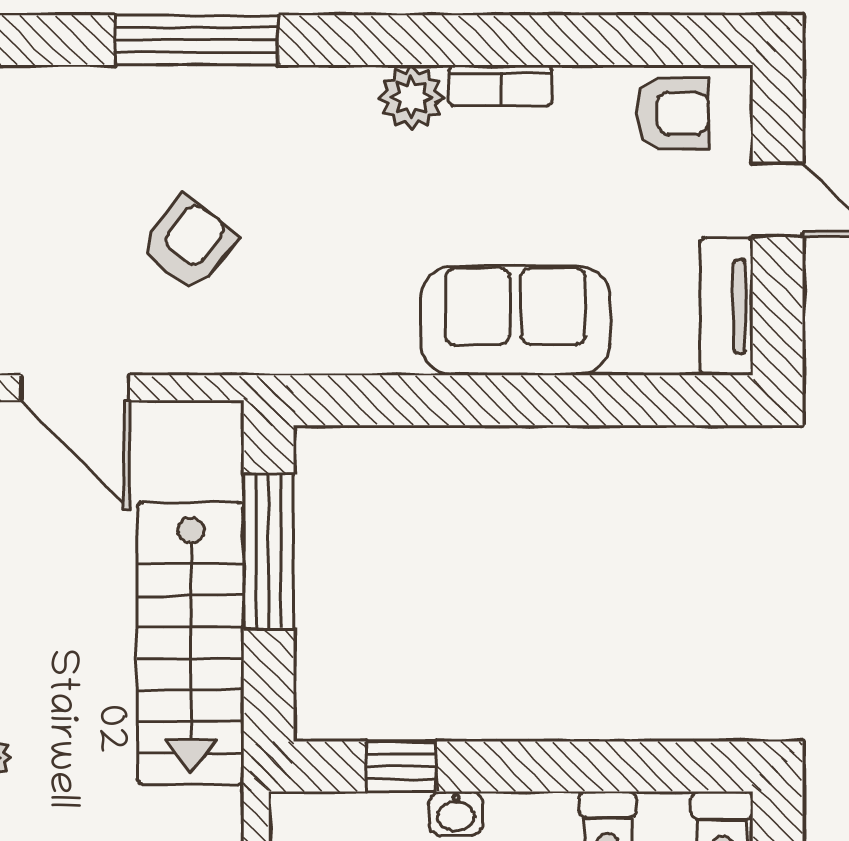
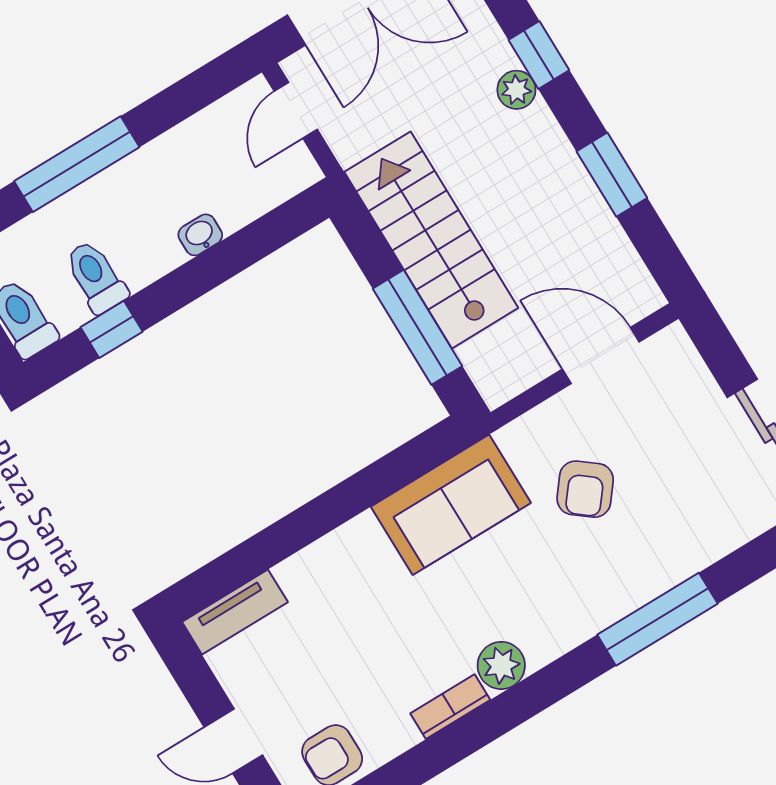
tv unit: (727, 307) -> (235, 612), moved, turned 90
sofa: (515, 321) -> (451, 505), moved
window: (401, 766) -> (112, 329), moved

